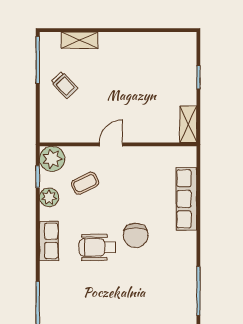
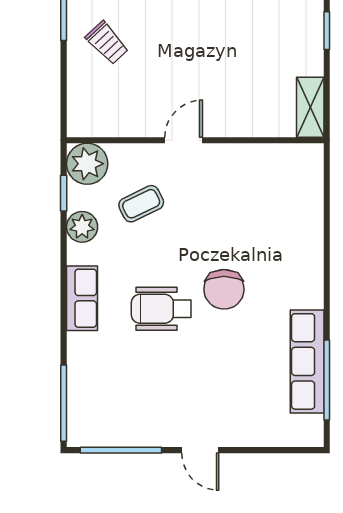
row of seats: (186, 199) -> (307, 361), moved

